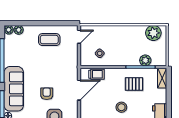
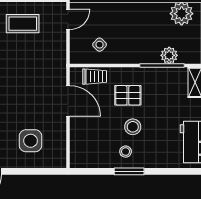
pallet: (134, 84) -> (128, 95), moved
door: (79, 90) -> (68, 101), hinge flipped
armchair: (47, 94) -> (19, 106), removed

